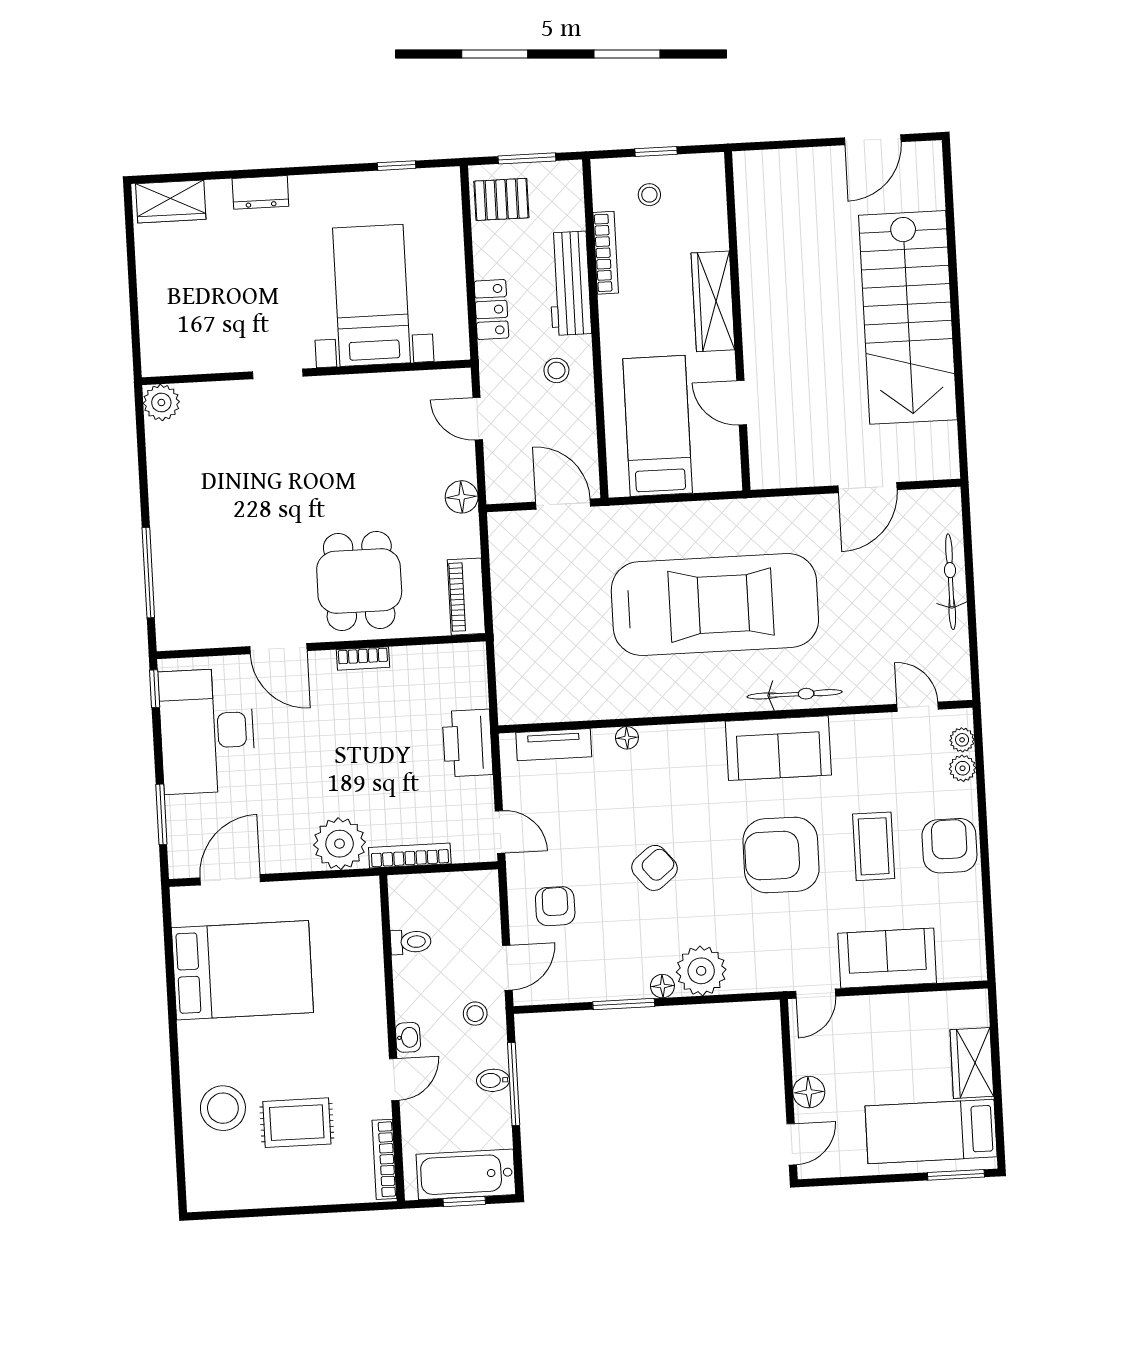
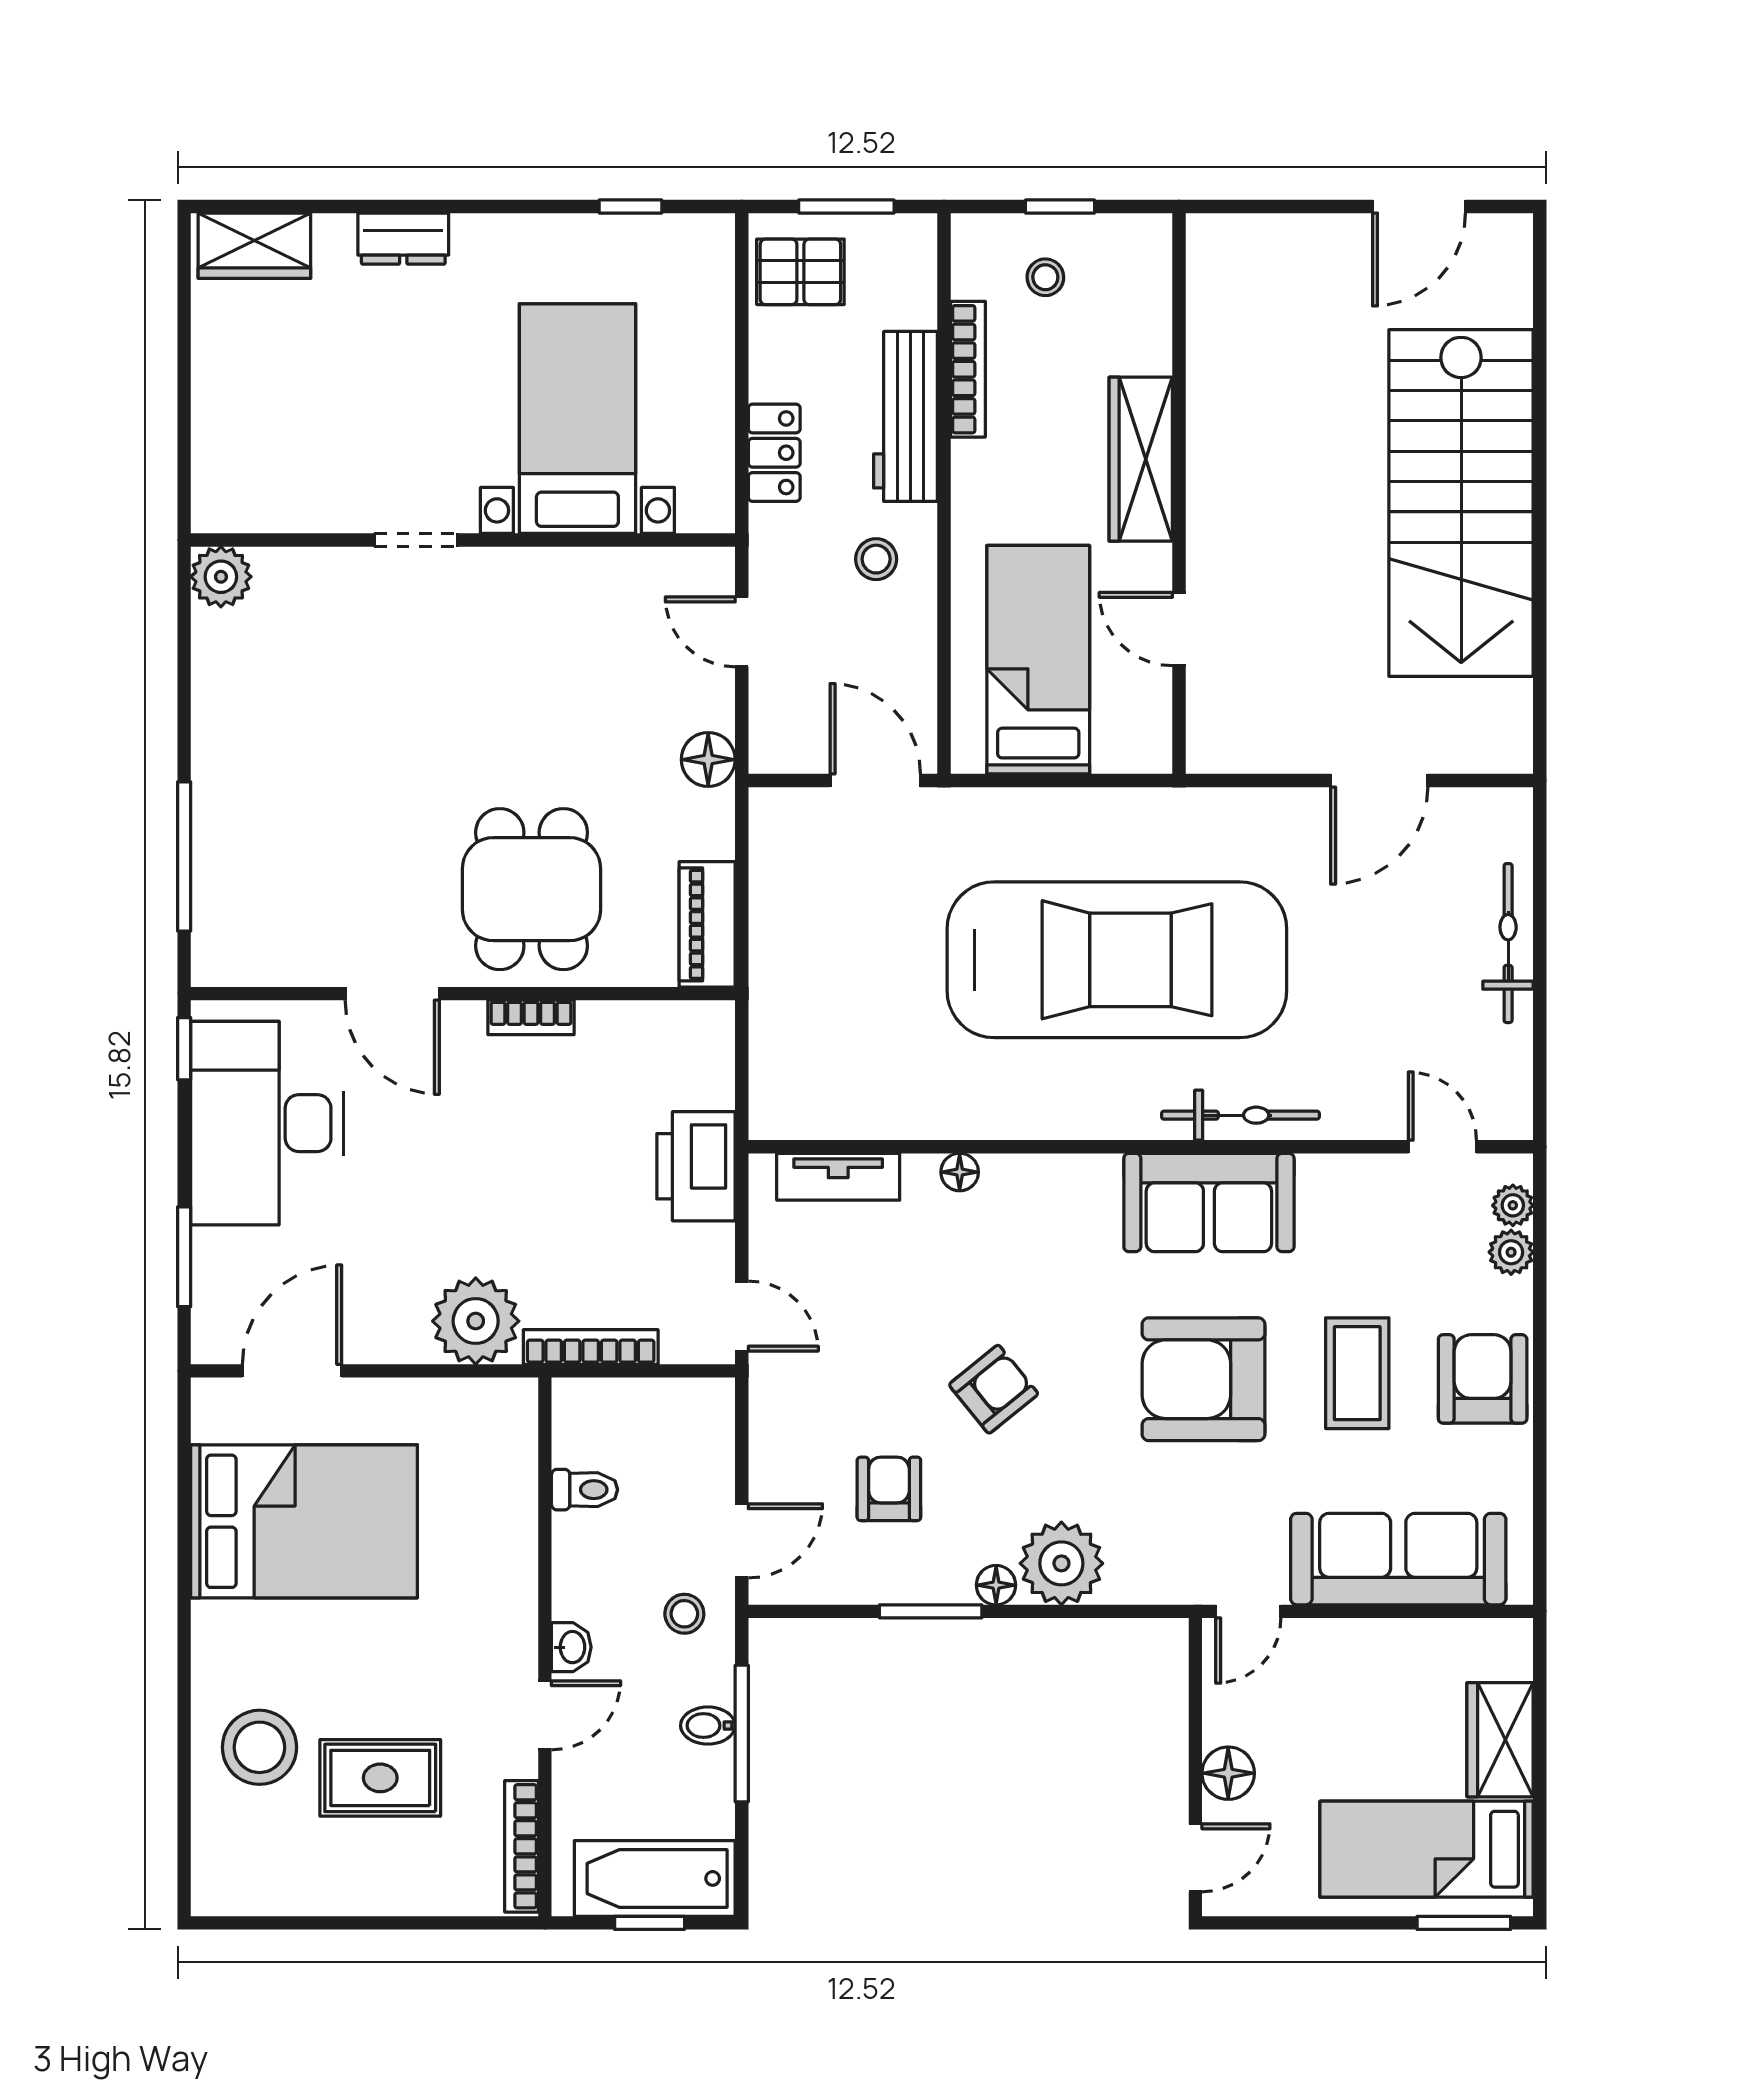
armchair: (555, 906) -> (889, 1489), moved
sofa: (887, 958) -> (1398, 1559), width x1.36

